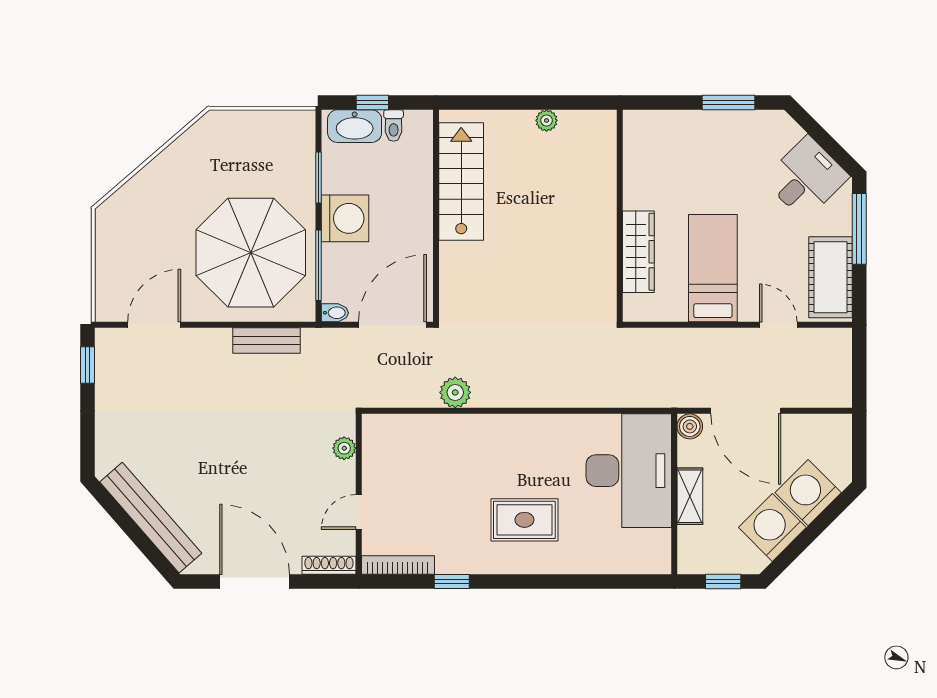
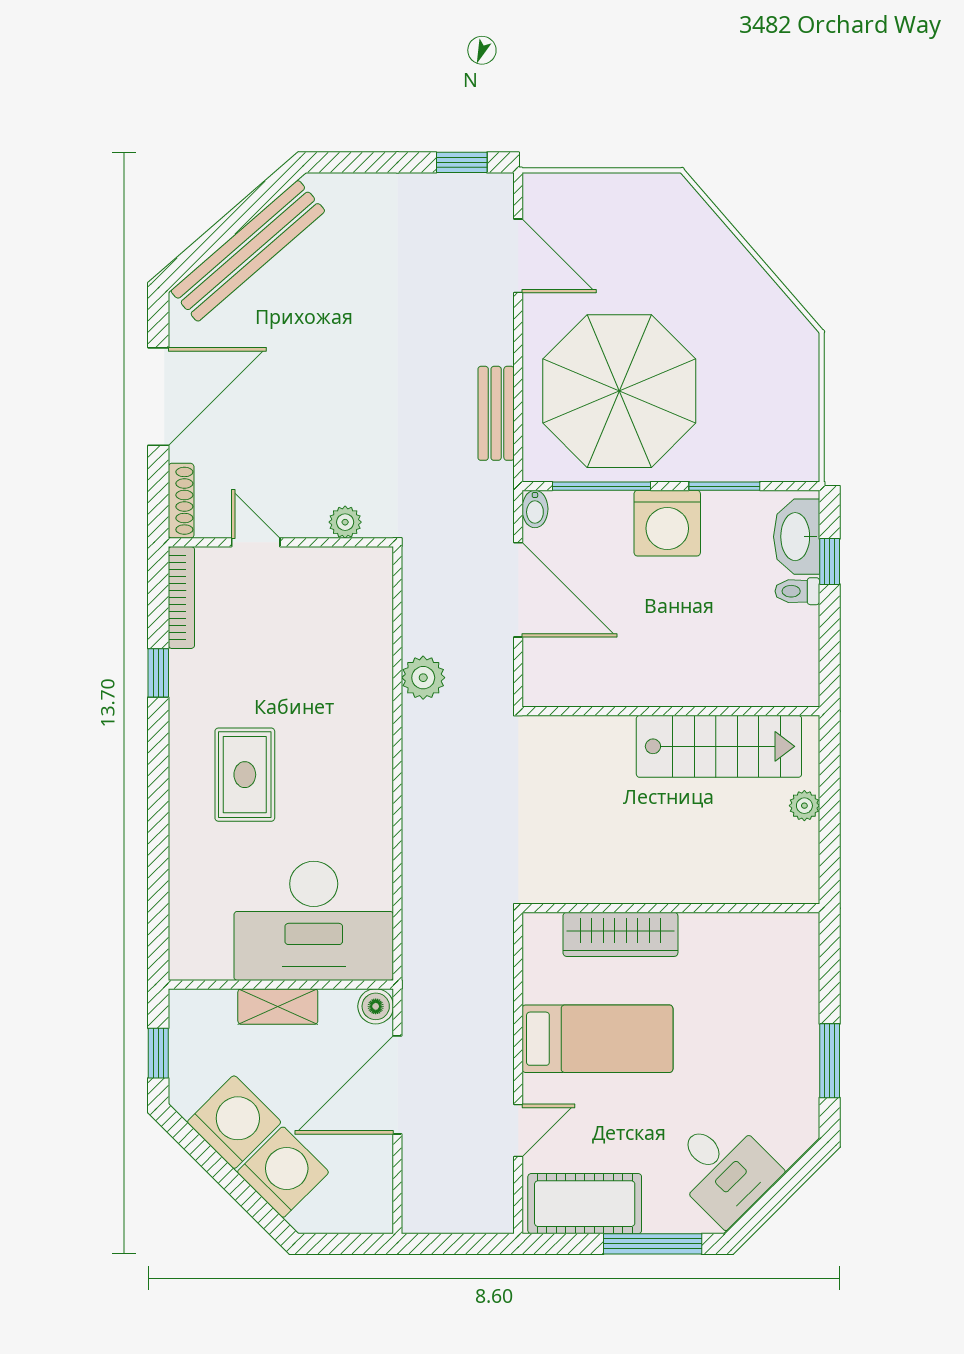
stairs: (461, 181) -> (719, 746), moved
wall: (436, 216) -> (671, 711), moved

